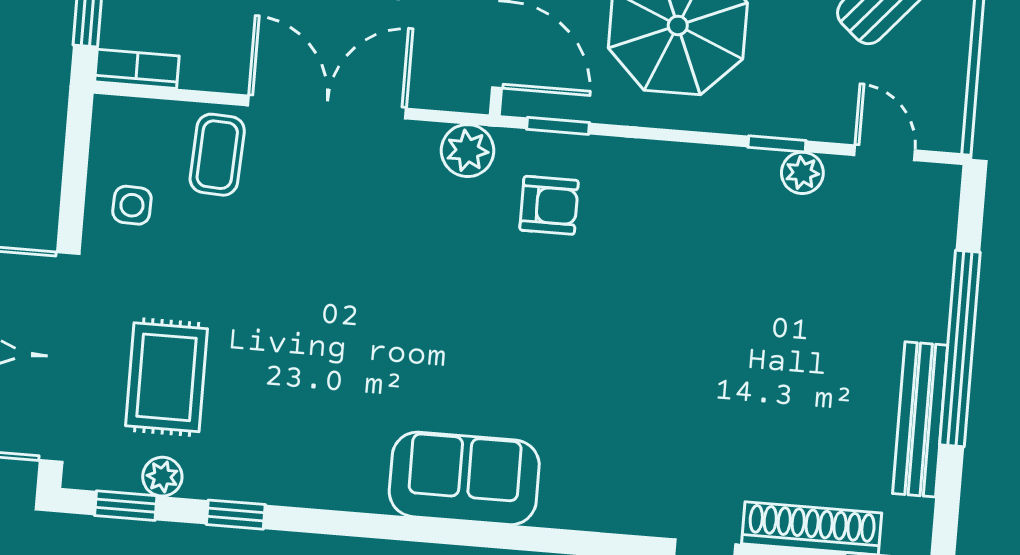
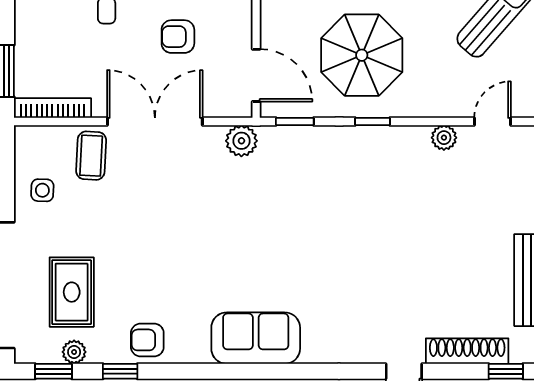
bookcase: (137, 69) -> (52, 108), width x1.56
window: (777, 144) -> (373, 121), moved
door: (885, 153) -> (492, 121), hinge flipped
armchair: (549, 205) -> (147, 340), moved, turned 180

